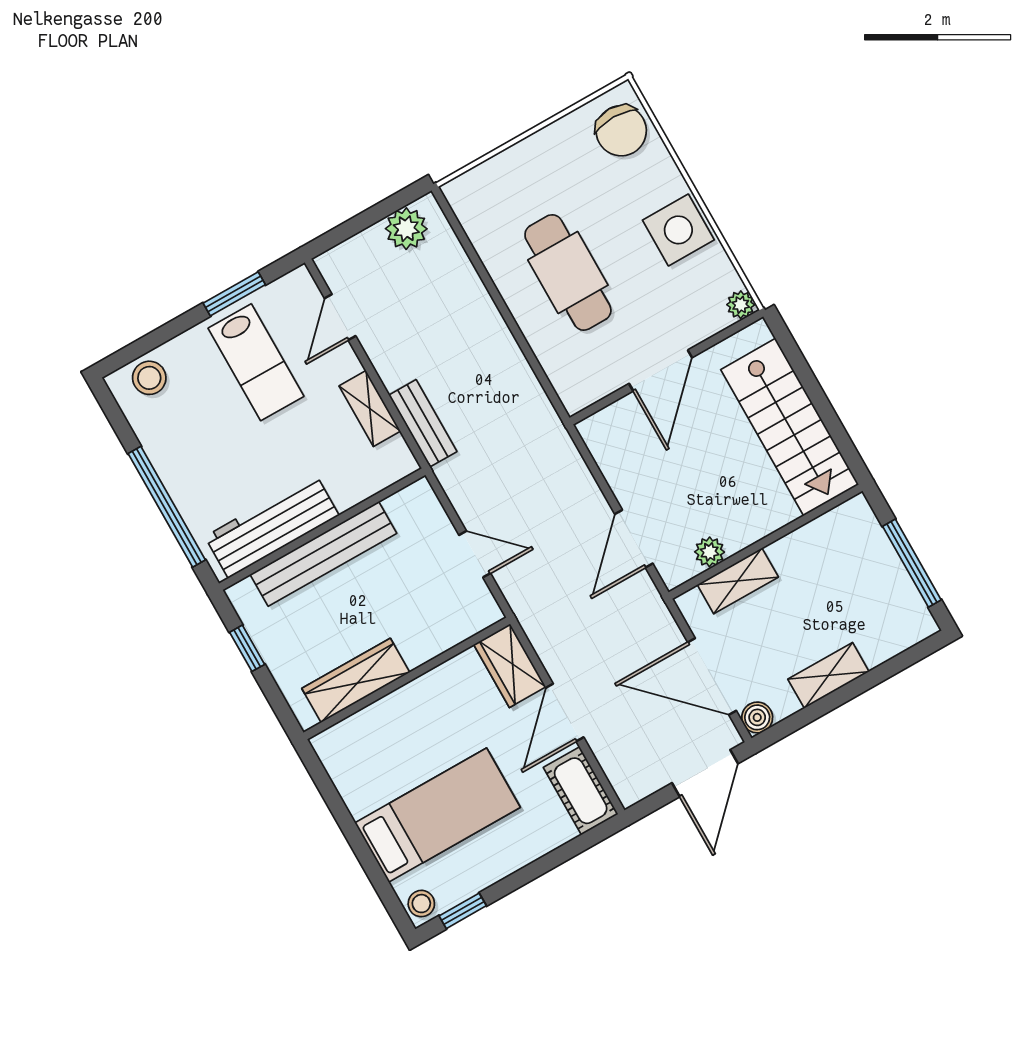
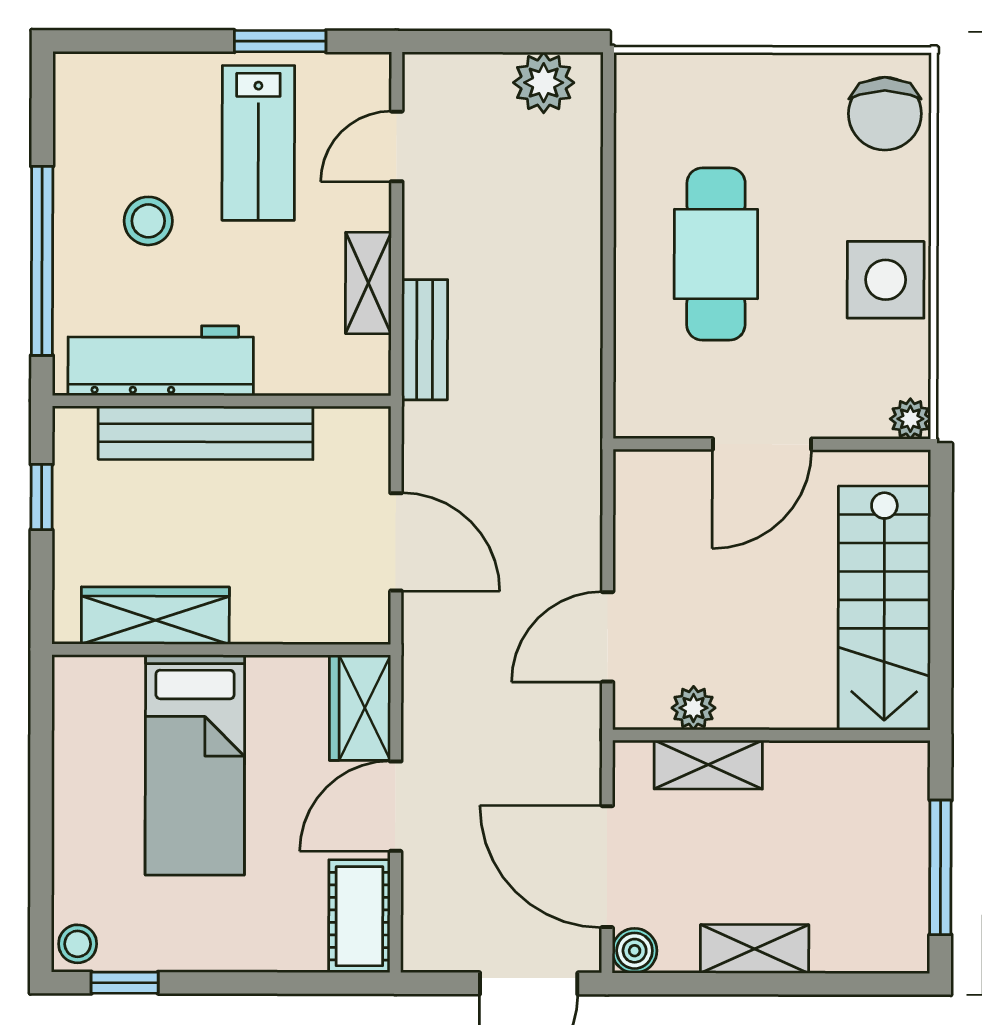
stool: (149, 378) -> (148, 221), moved
door: (475, 554) -> (396, 542), width x1.38
bed: (438, 815) -> (195, 765), moved, turned 90

